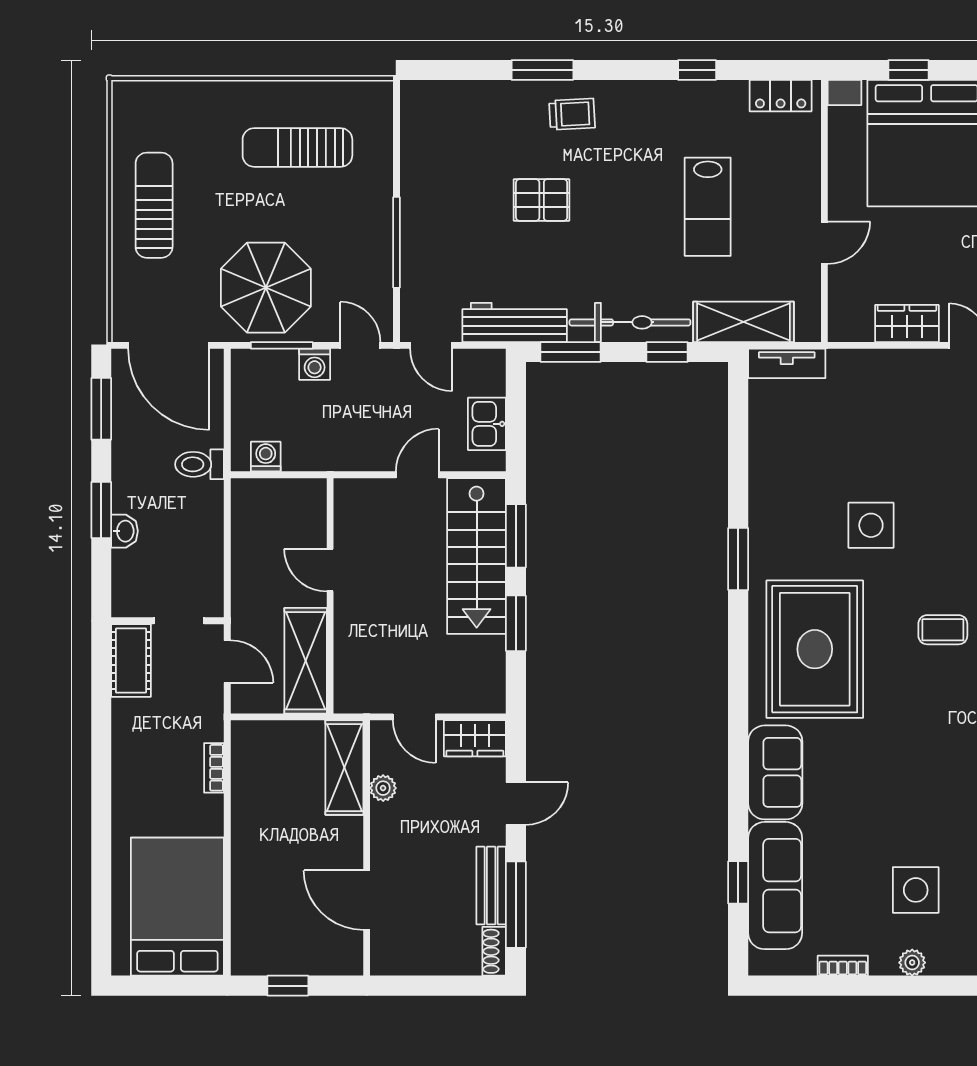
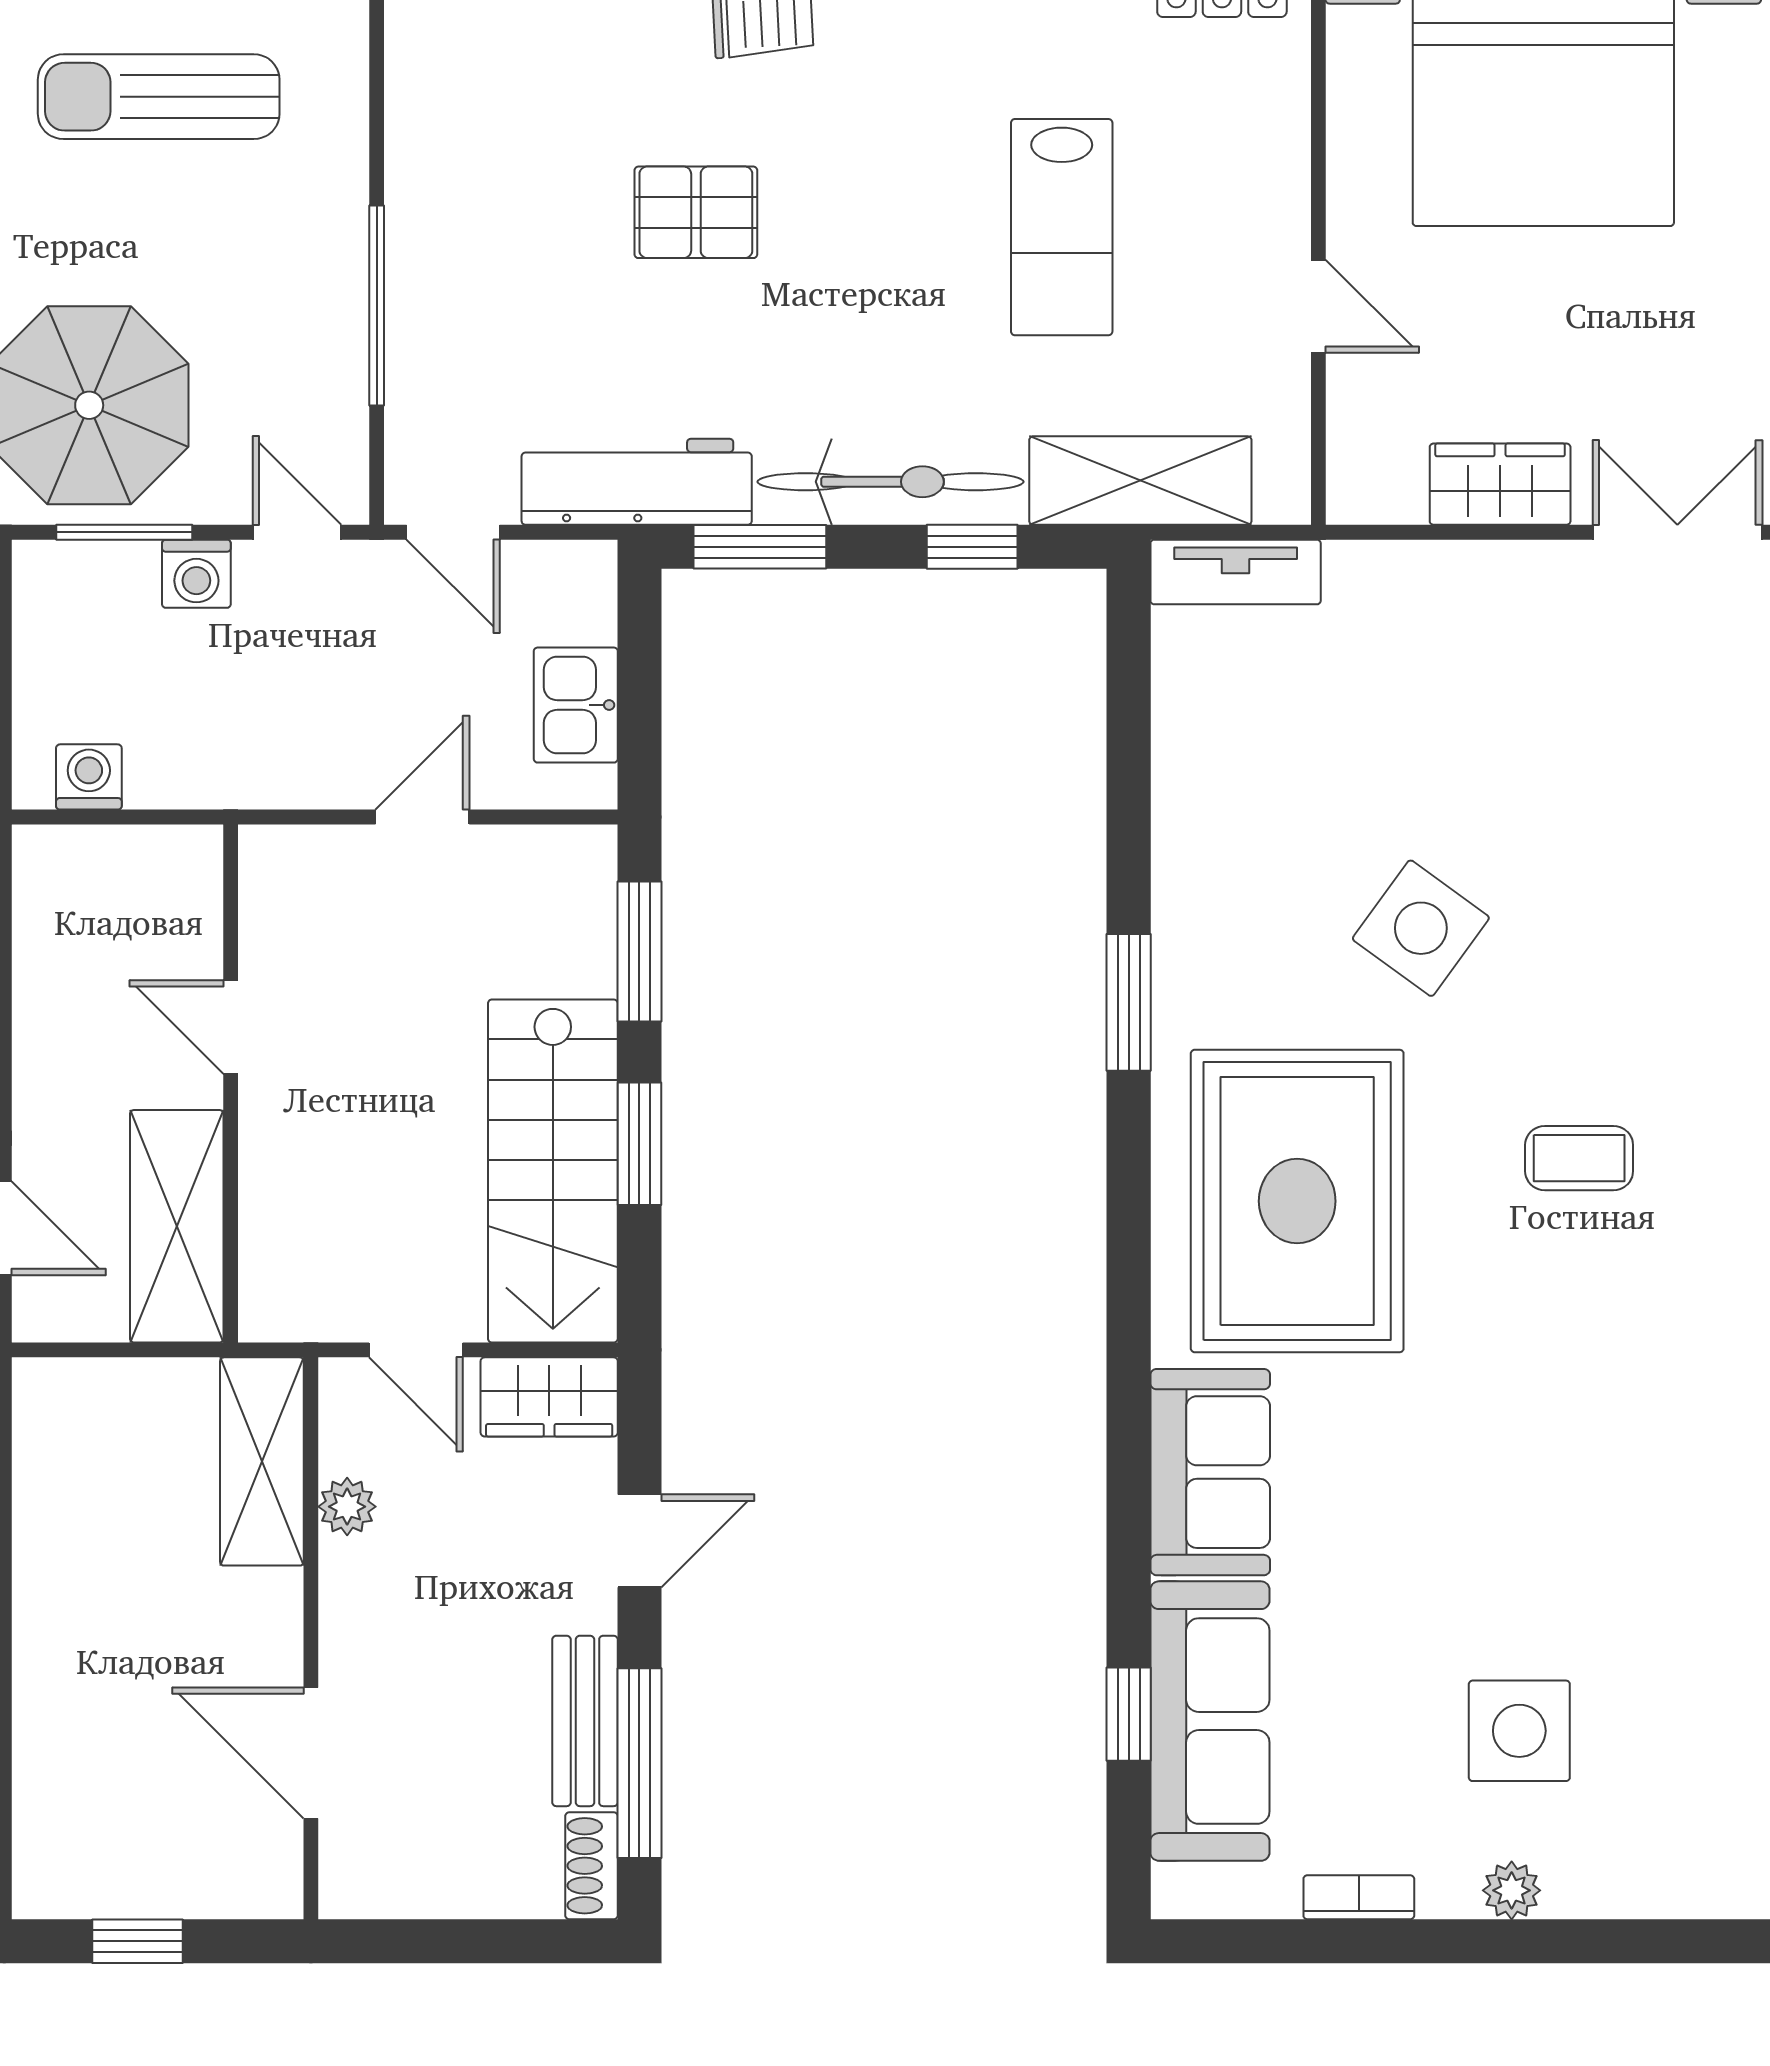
door: (824, 243) -> (1318, 306), hinge flipped
side table: (871, 525) -> (1421, 928), turned 36
stairs: (477, 556) -> (553, 1171), moved

